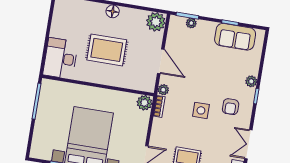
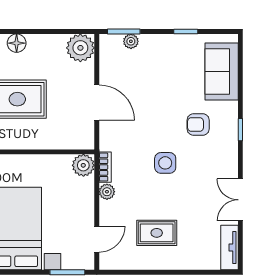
sofa: (235, 37) -> (222, 71), moved, turned 90
plant: (251, 81) -> (230, 110), removed
plant: (163, 90) -> (107, 192), moved
armchair: (231, 107) -> (198, 125), moved, turned 90

